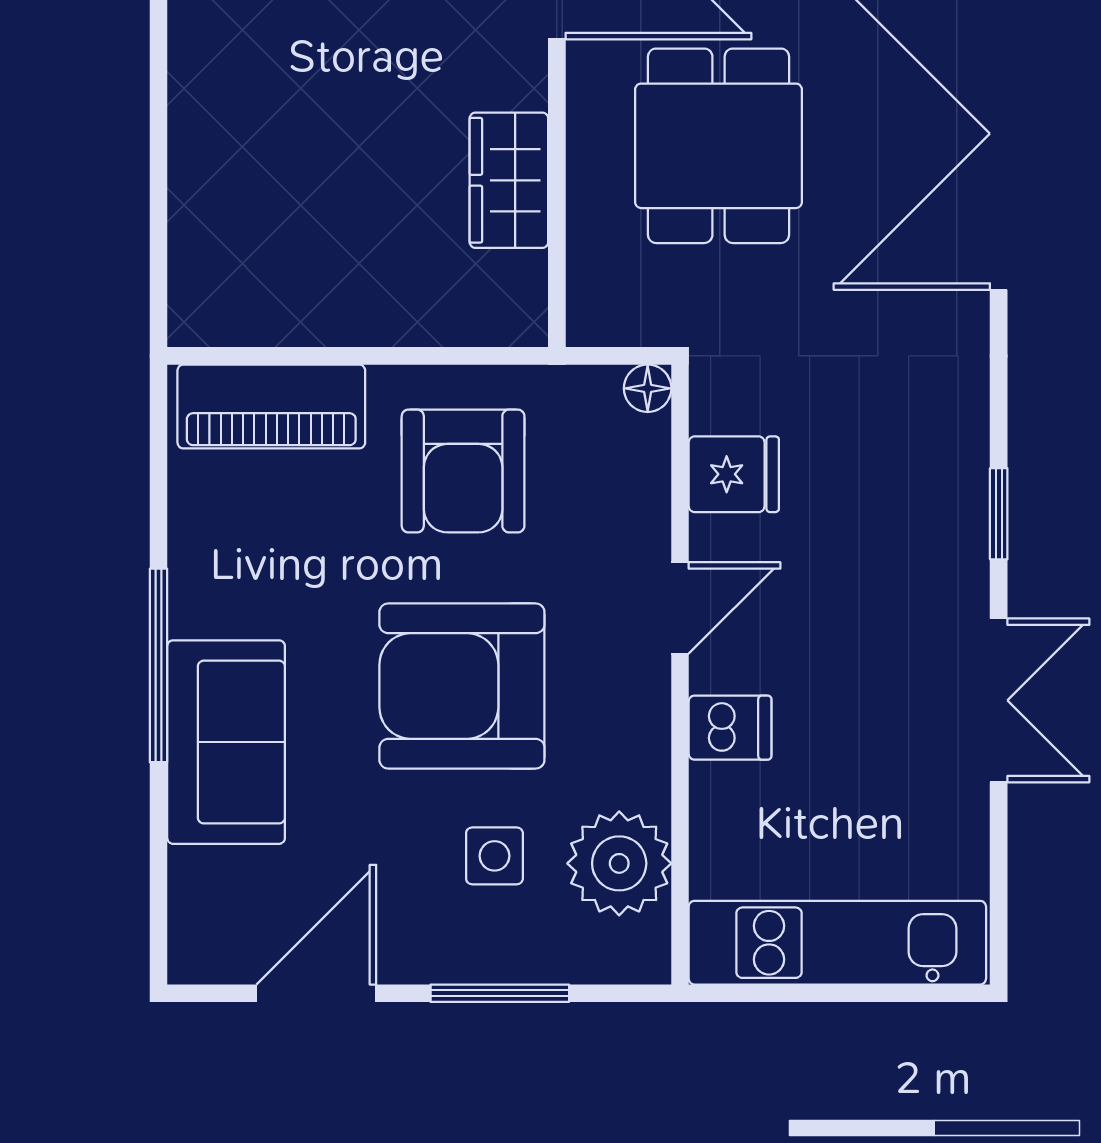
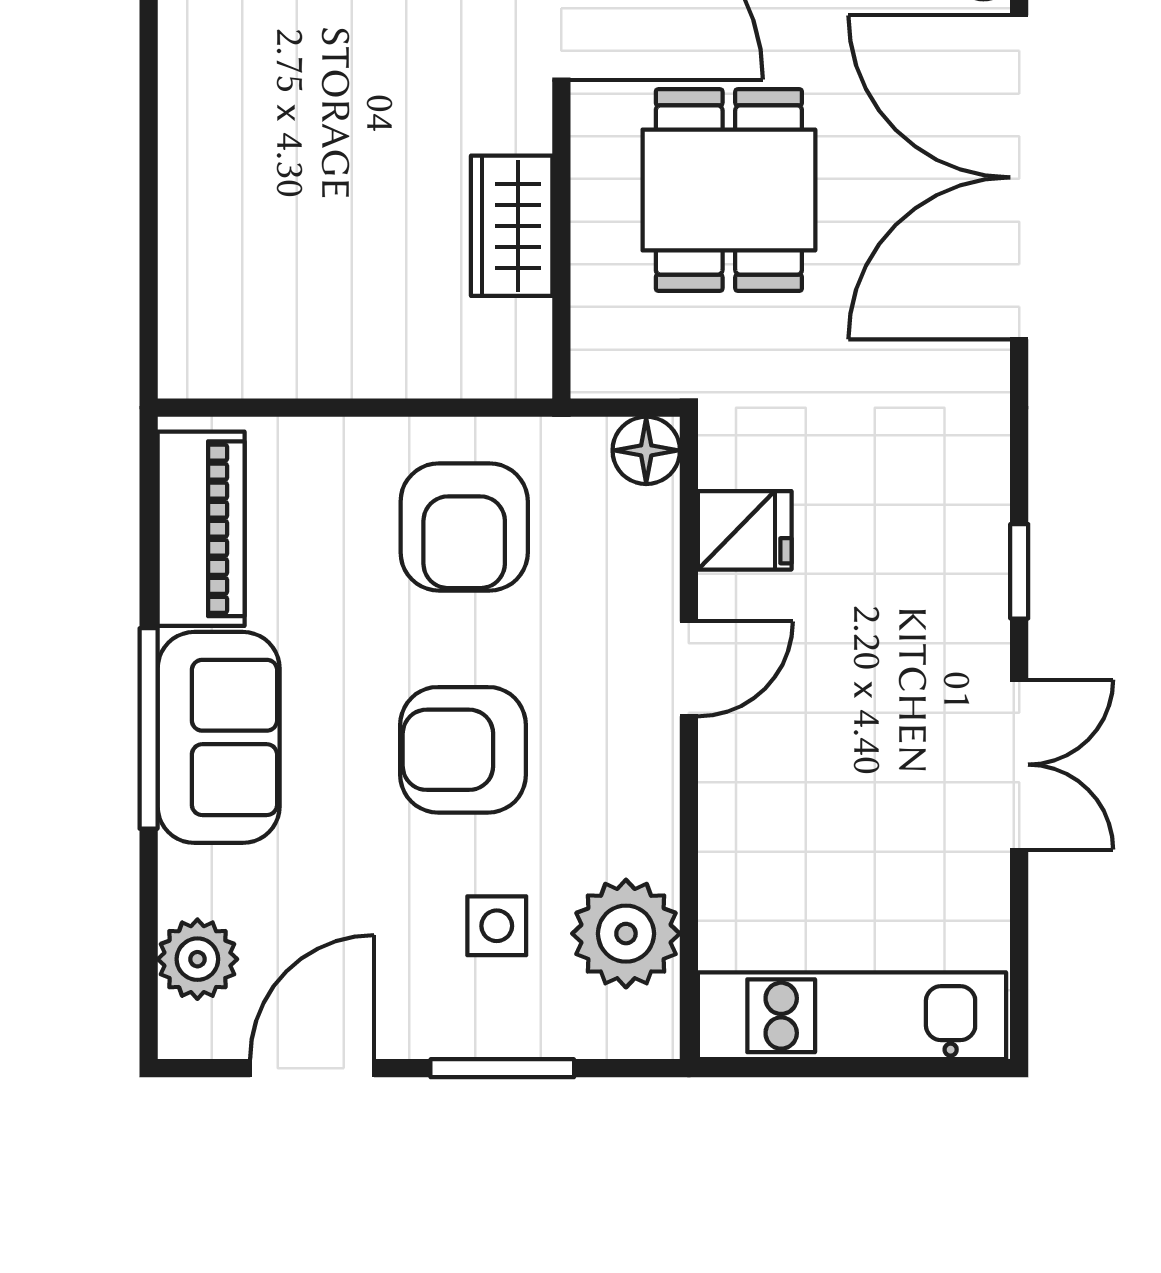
floor lamp: (648, 388) -> (646, 450), width x1.37, depth x1.37
piano: (271, 407) -> (201, 529), moved, turned -90
armchair: (462, 686) -> (463, 750), width x0.73, depth x0.73
dishwasher: (730, 728) -> (741, 793), removed
sofa: (226, 742) -> (219, 737), moved
plant: (206, 888) -> (197, 959), added

